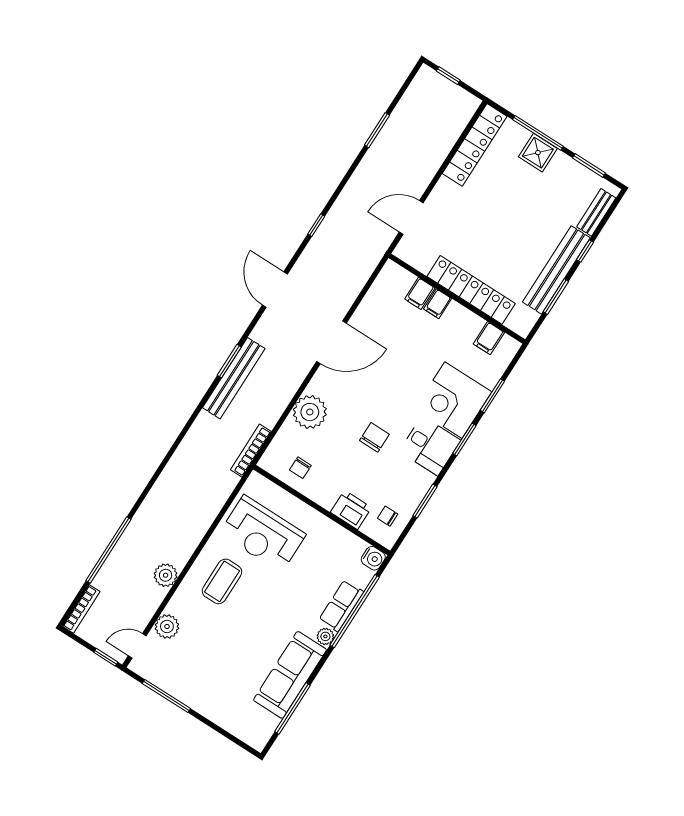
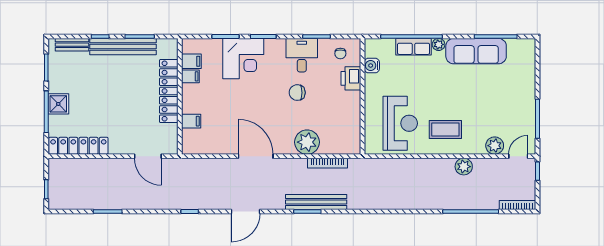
filing cabinet: (438, 304) -> (190, 76), moved
desk: (430, 446) -> (302, 55), moved
bookcase: (251, 451) -> (327, 163), moved
chair: (300, 468) -> (345, 126), removed
water cooler: (373, 558) -> (372, 66), moved, turned -90
door: (137, 646) -> (518, 156), swing flipped

